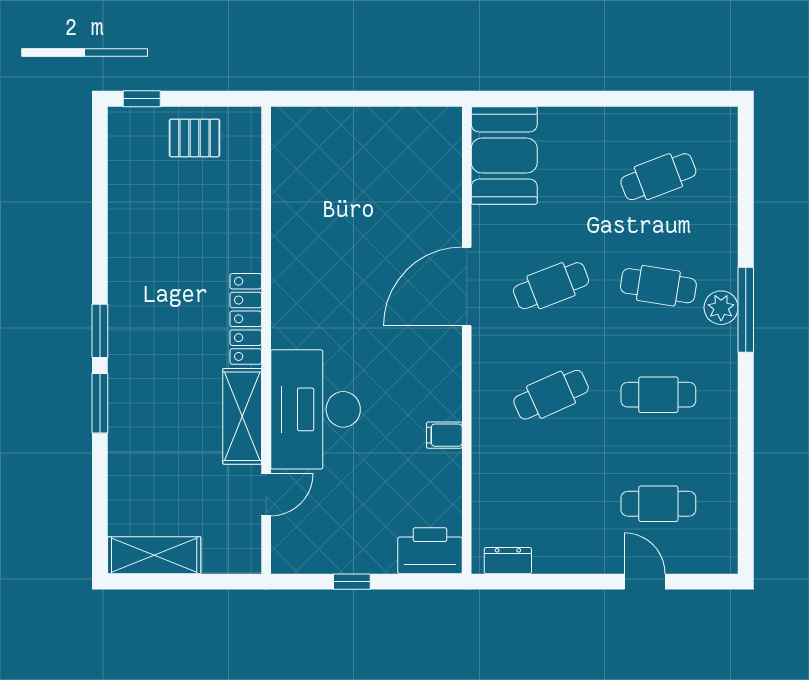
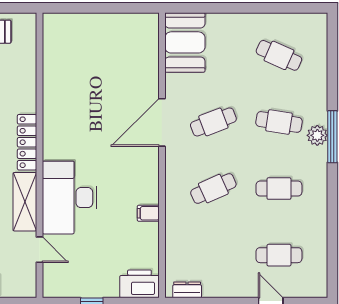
cafe table: (658, 177) -> (279, 55), turned 45
door: (266, 495) -> (39, 250), hinge flipped

